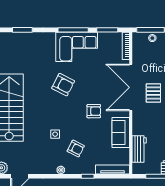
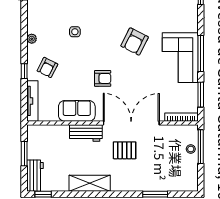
armchair: (94, 111) -> (103, 78), turned -90
armchair: (76, 149) -> (47, 67), moved
workbench: (139, 149) -> (86, 133), moved

